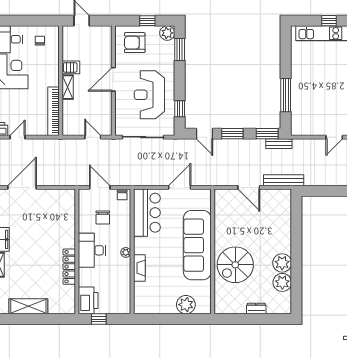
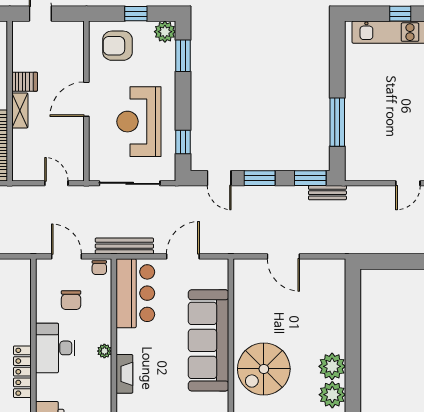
bench: (284, 180) -> (124, 246), moved

